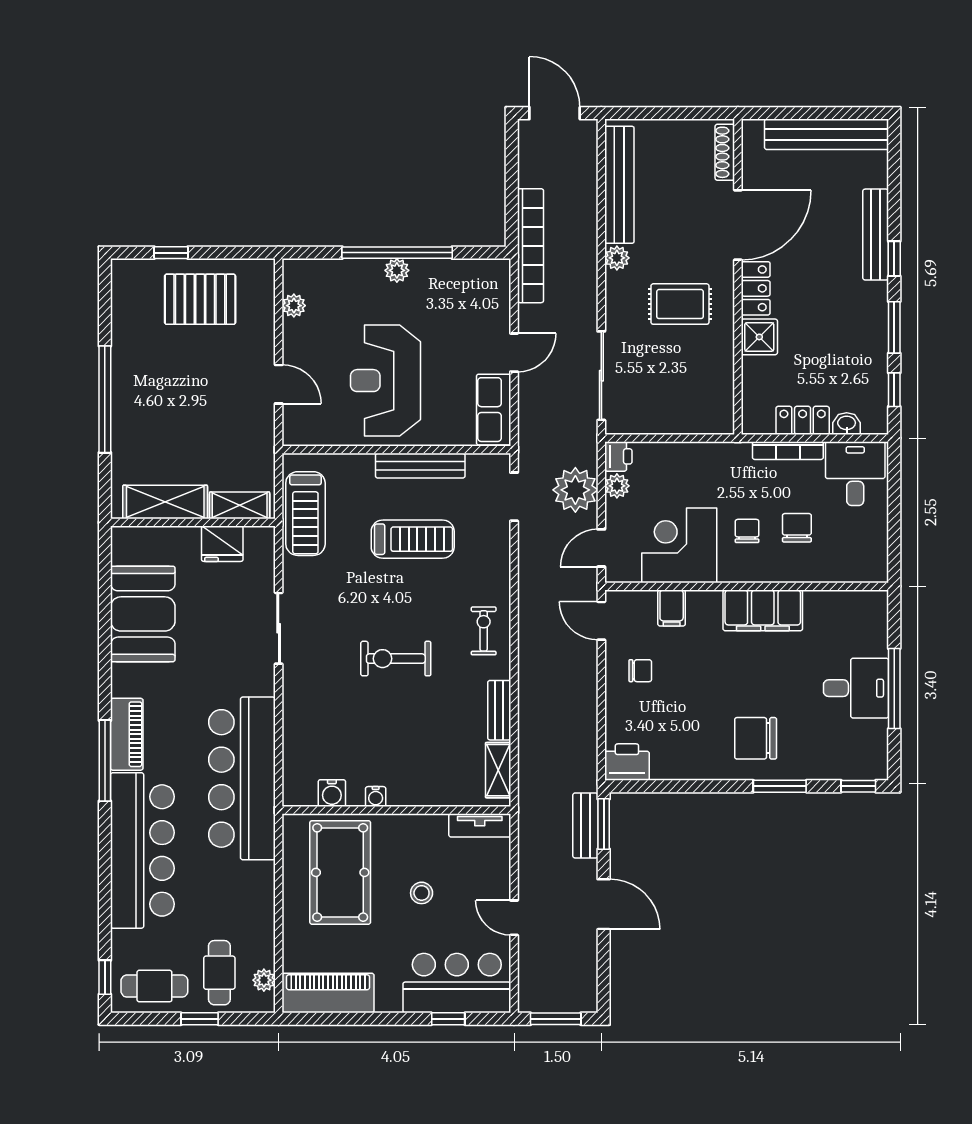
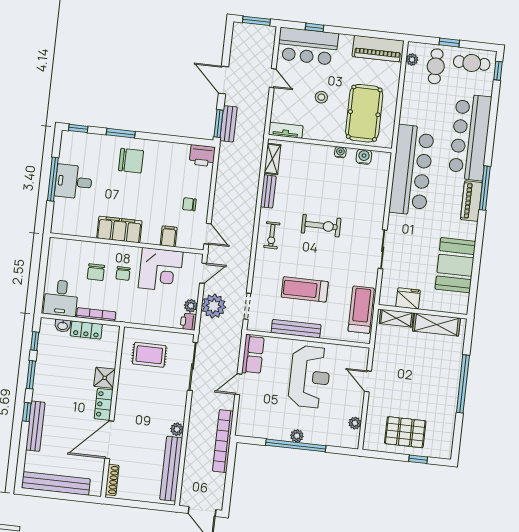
rug: (680, 304) -> (149, 355), moved

